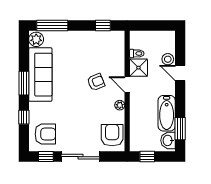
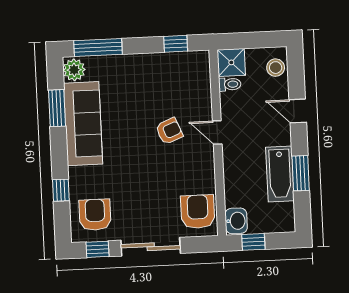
stool: (168, 59) -> (276, 68), moved
shower: (138, 68) -> (231, 62), moved
window: (24, 83) -> (57, 108), moved
plant: (120, 105) -> (207, 165), removed
window: (180, 129) -> (301, 173), moved
armchair: (45, 134) -> (95, 215), turned -90
washbasin: (168, 140) -> (236, 221), moved, turned 180

